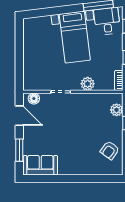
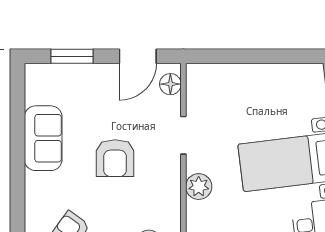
armchair: (73, 128) -> (115, 158), added
sofa: (40, 165) -> (43, 138), moved

